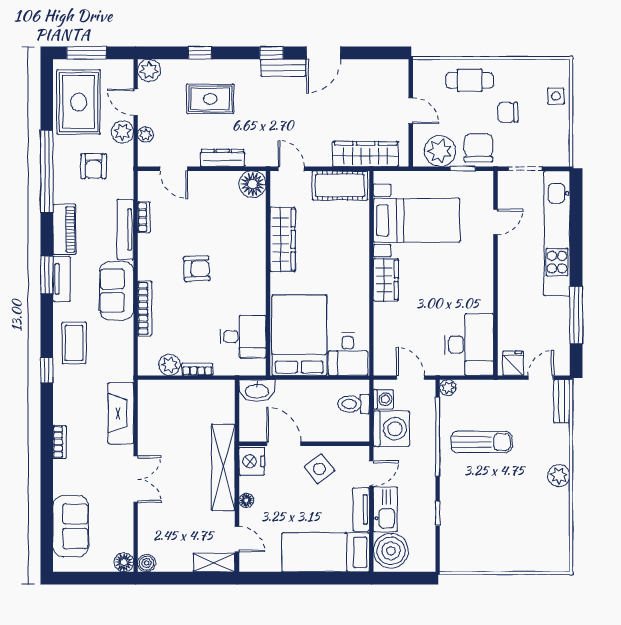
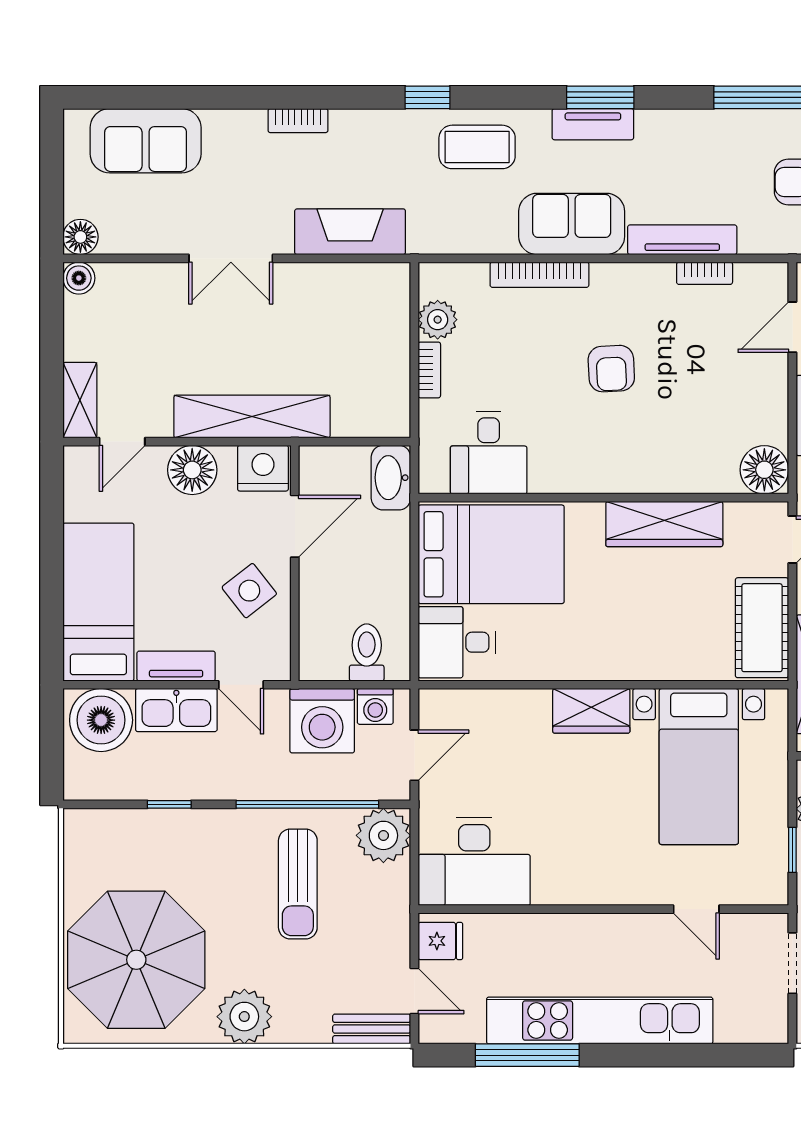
piano: (64, 229) -> (682, 129), removed
kitchen unit: (557, 233) -> (600, 1021), moved
plant: (448, 388) -> (383, 835), width x1.88, depth x1.88
plant: (559, 476) -> (244, 1017), width x1.36, depth x1.36
floor lamp: (246, 500) -> (192, 470), width x1.89, depth x1.89
parasol: (523, 531) -> (136, 960), added

